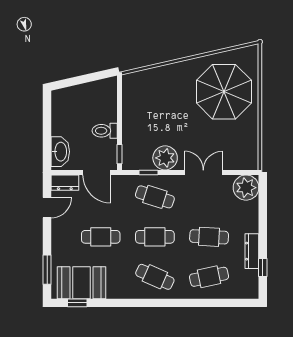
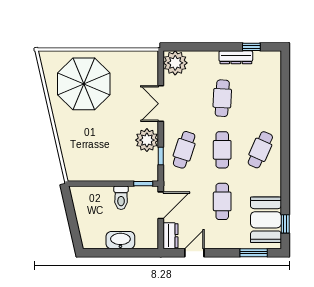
washbasin: (60, 152) -> (120, 240), moved
door: (47, 208) -> (194, 253), hinge flipped
cafe table: (209, 277) -> (260, 98), removed

